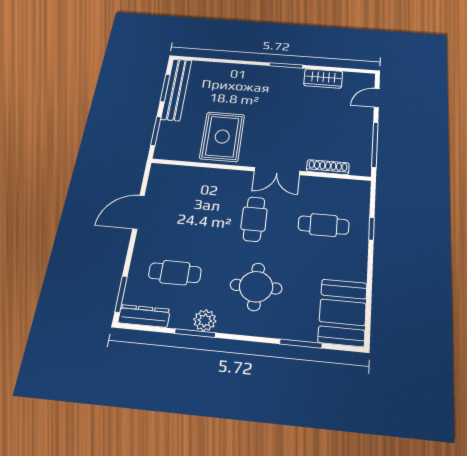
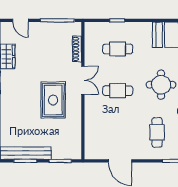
rug: (222, 137) -> (53, 100), moved, turned 90
cafe table: (324, 225) -> (118, 49), turned 90

